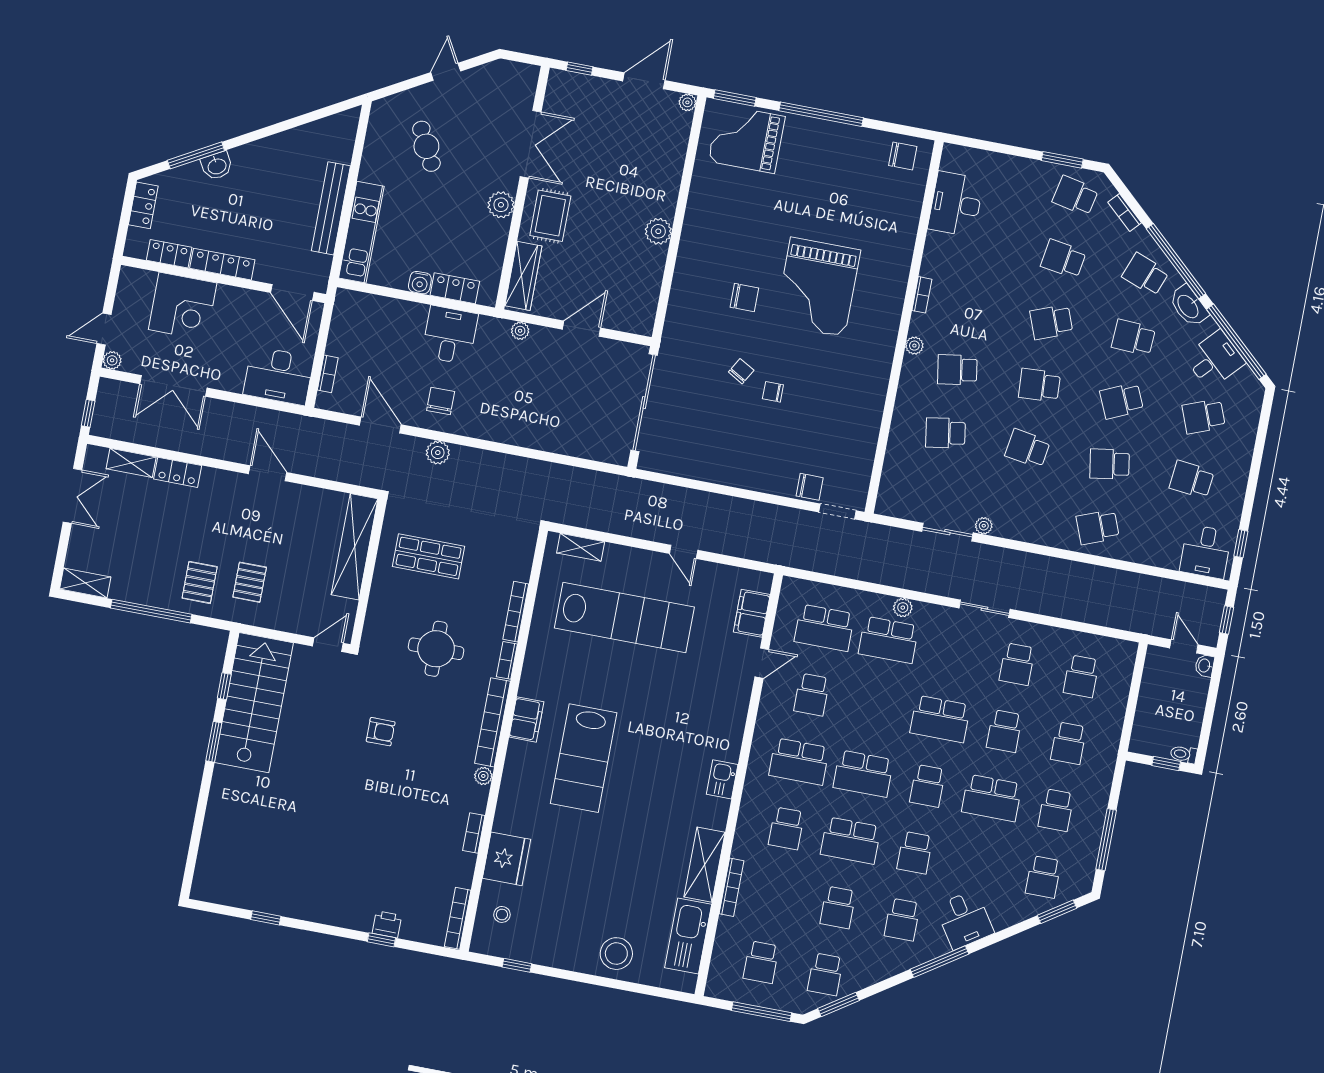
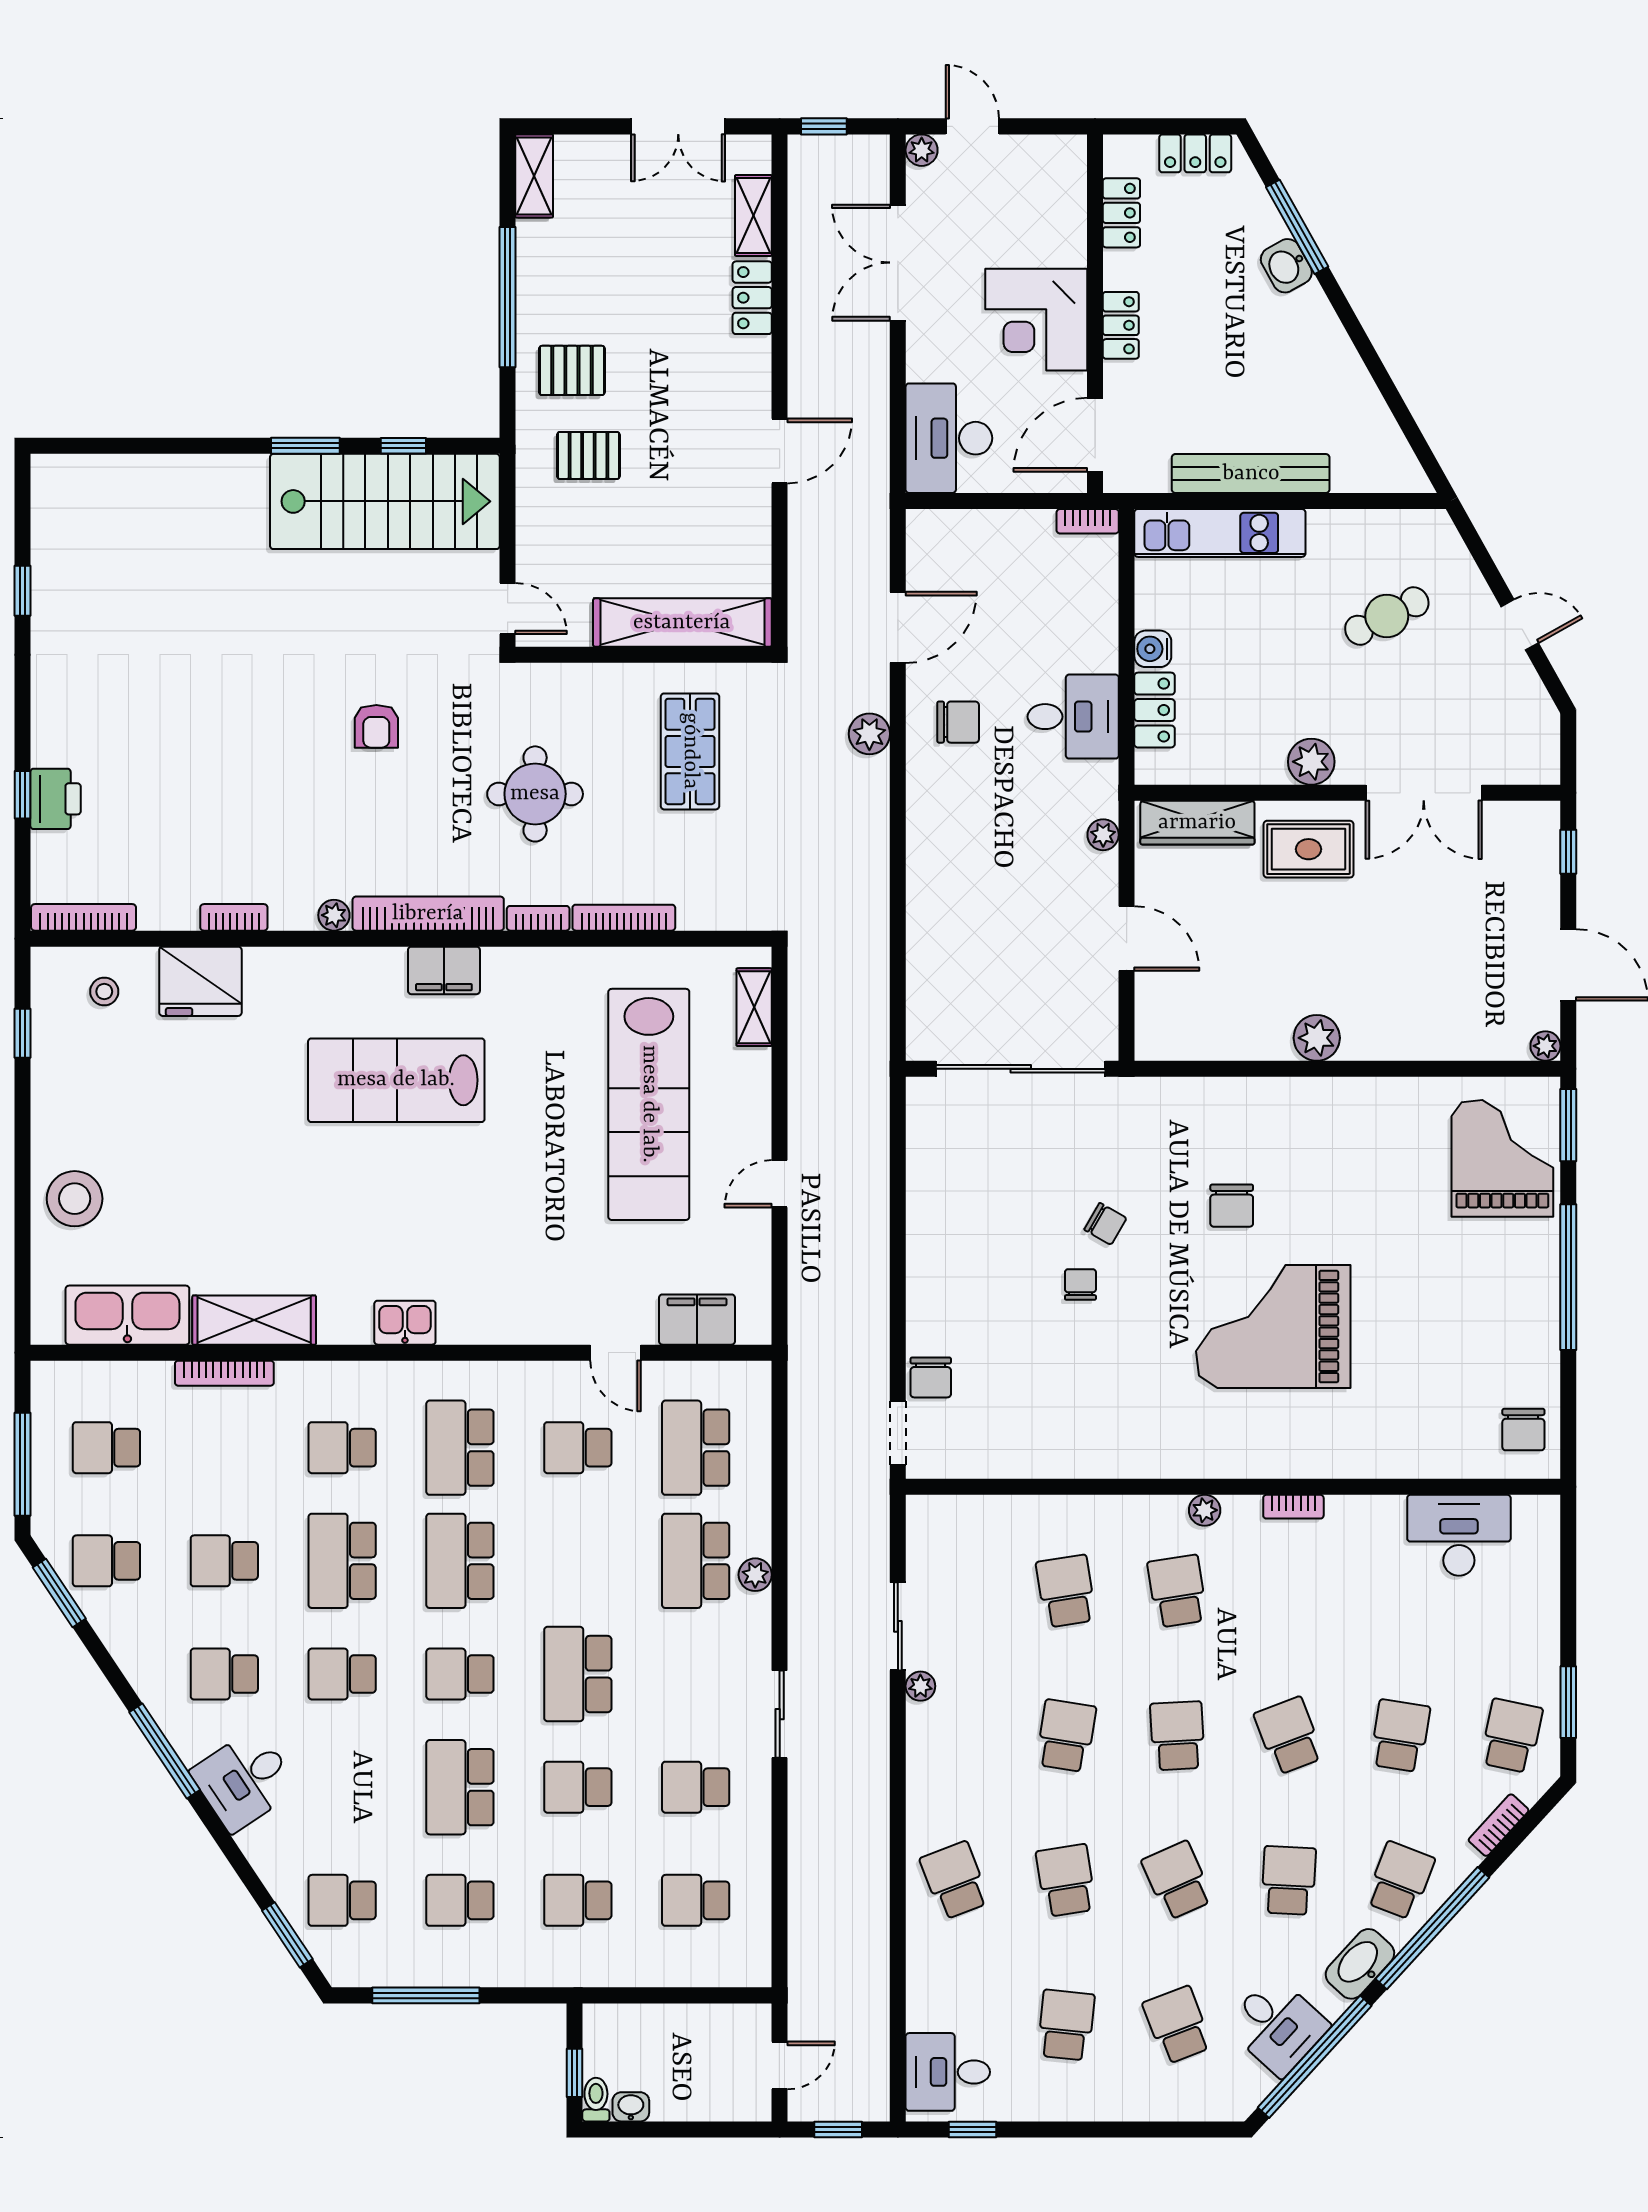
locker: (222, 264) -> (1121, 325), width x0.66
corner desk: (183, 306) -> (1036, 320), moved
bookcase: (328, 374) -> (1088, 521), moved
washbasin: (1205, 666) -> (631, 2107), moved
printer: (387, 924) -> (55, 799), width x1.36, depth x1.24

